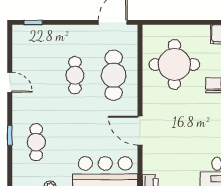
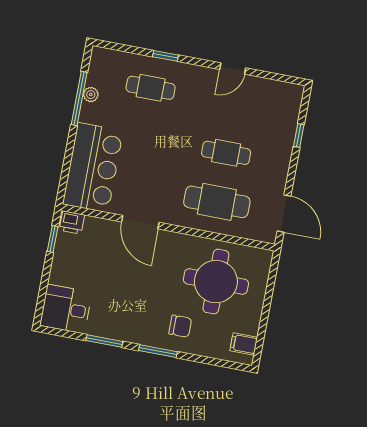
window: (33, 22) -> (299, 135), moved
door: (140, 131) -> (140, 222), swing flipped

